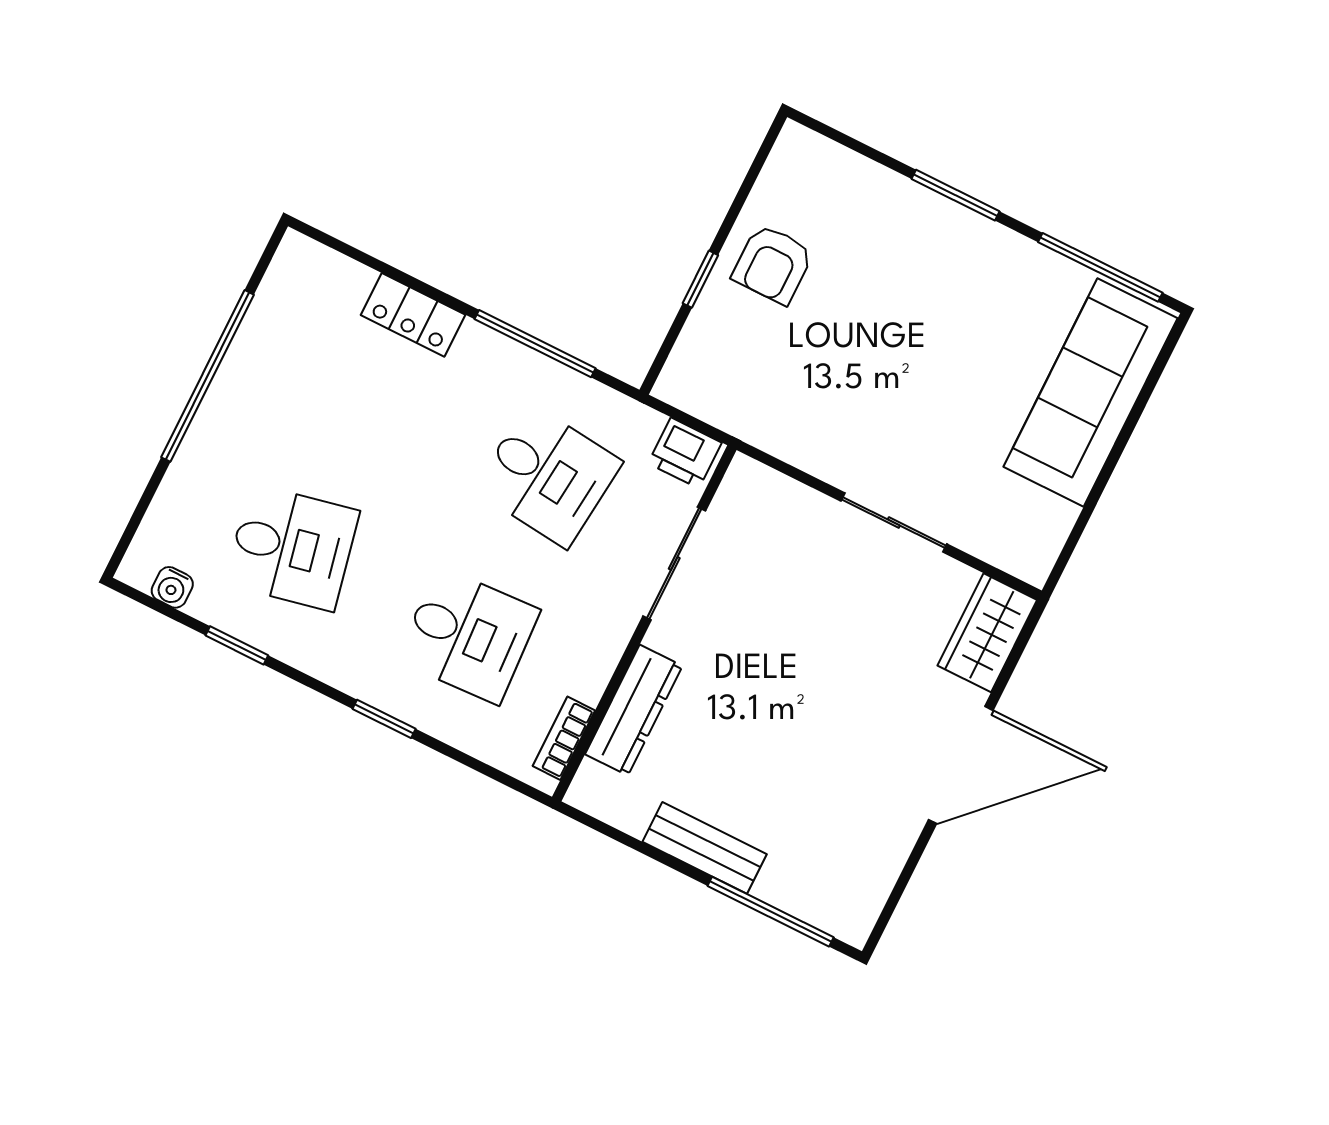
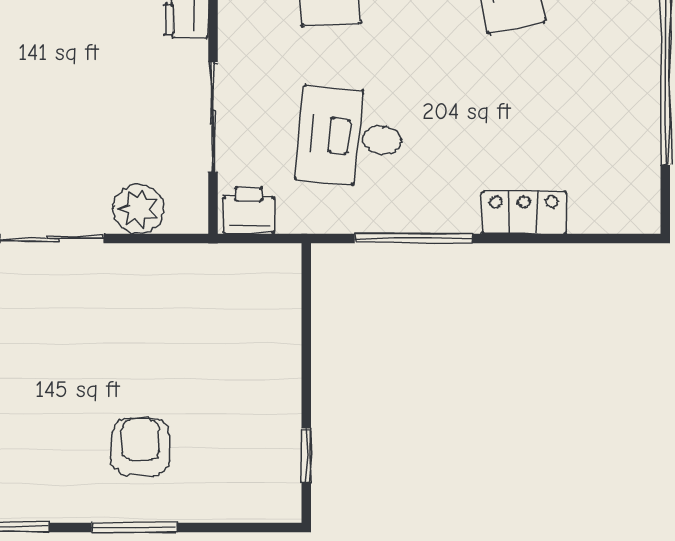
armchair: (773, 264) -> (141, 447), moved
window: (700, 279) -> (306, 455), moved
plant: (794, 509) -> (138, 209), added

